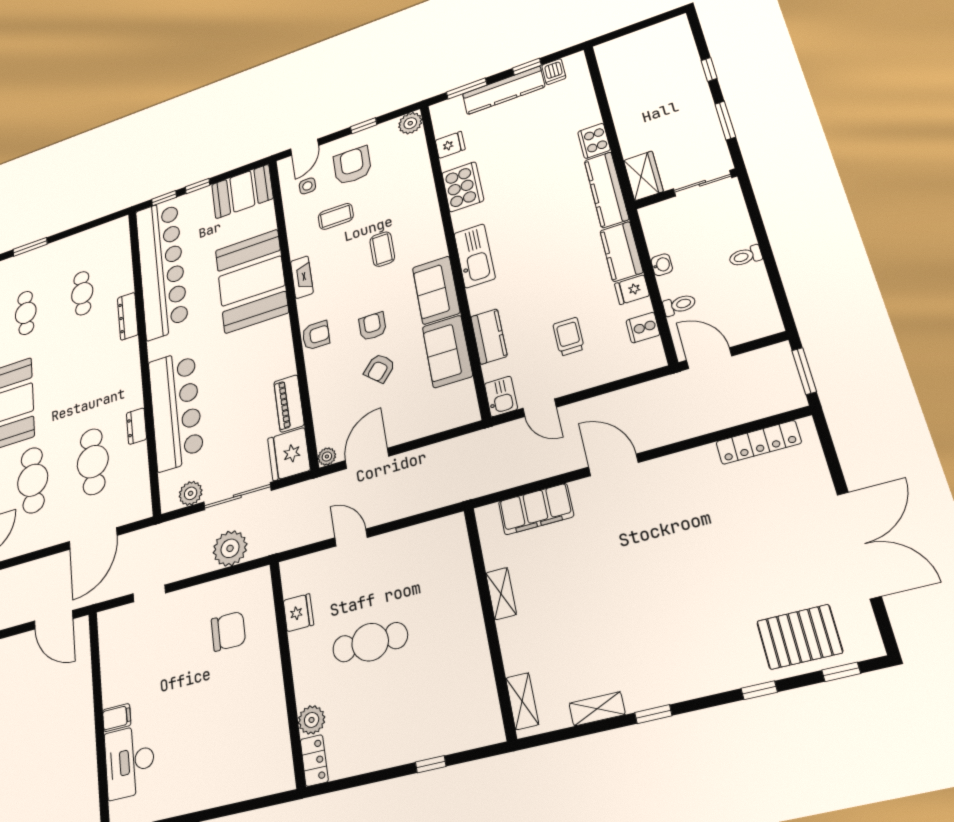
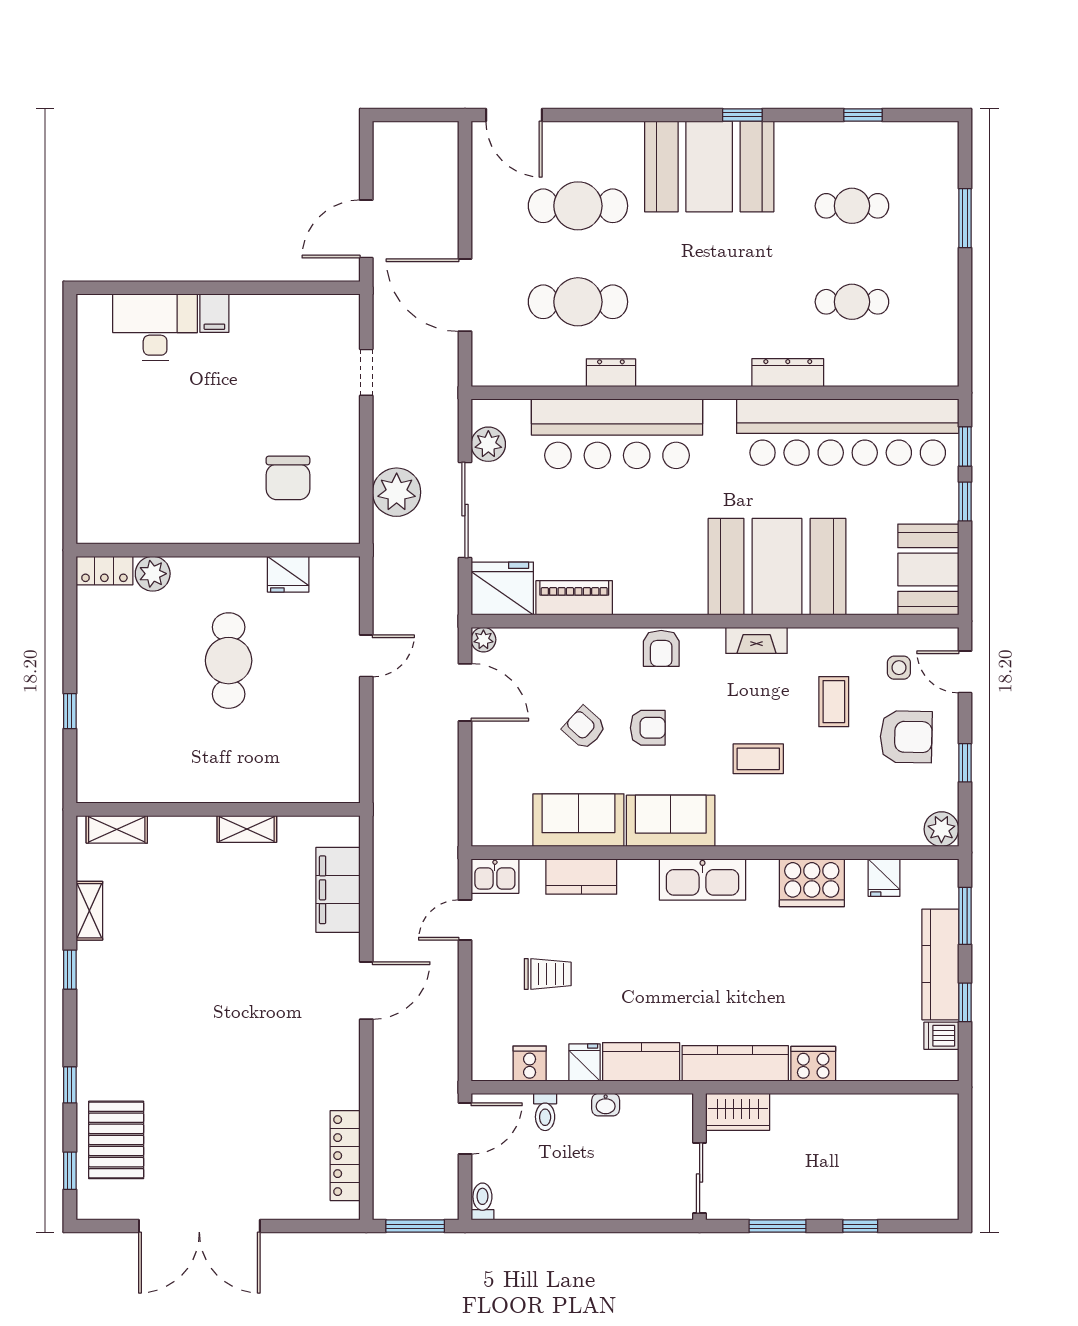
toilet: (745, 256) -> (482, 1201), moved

